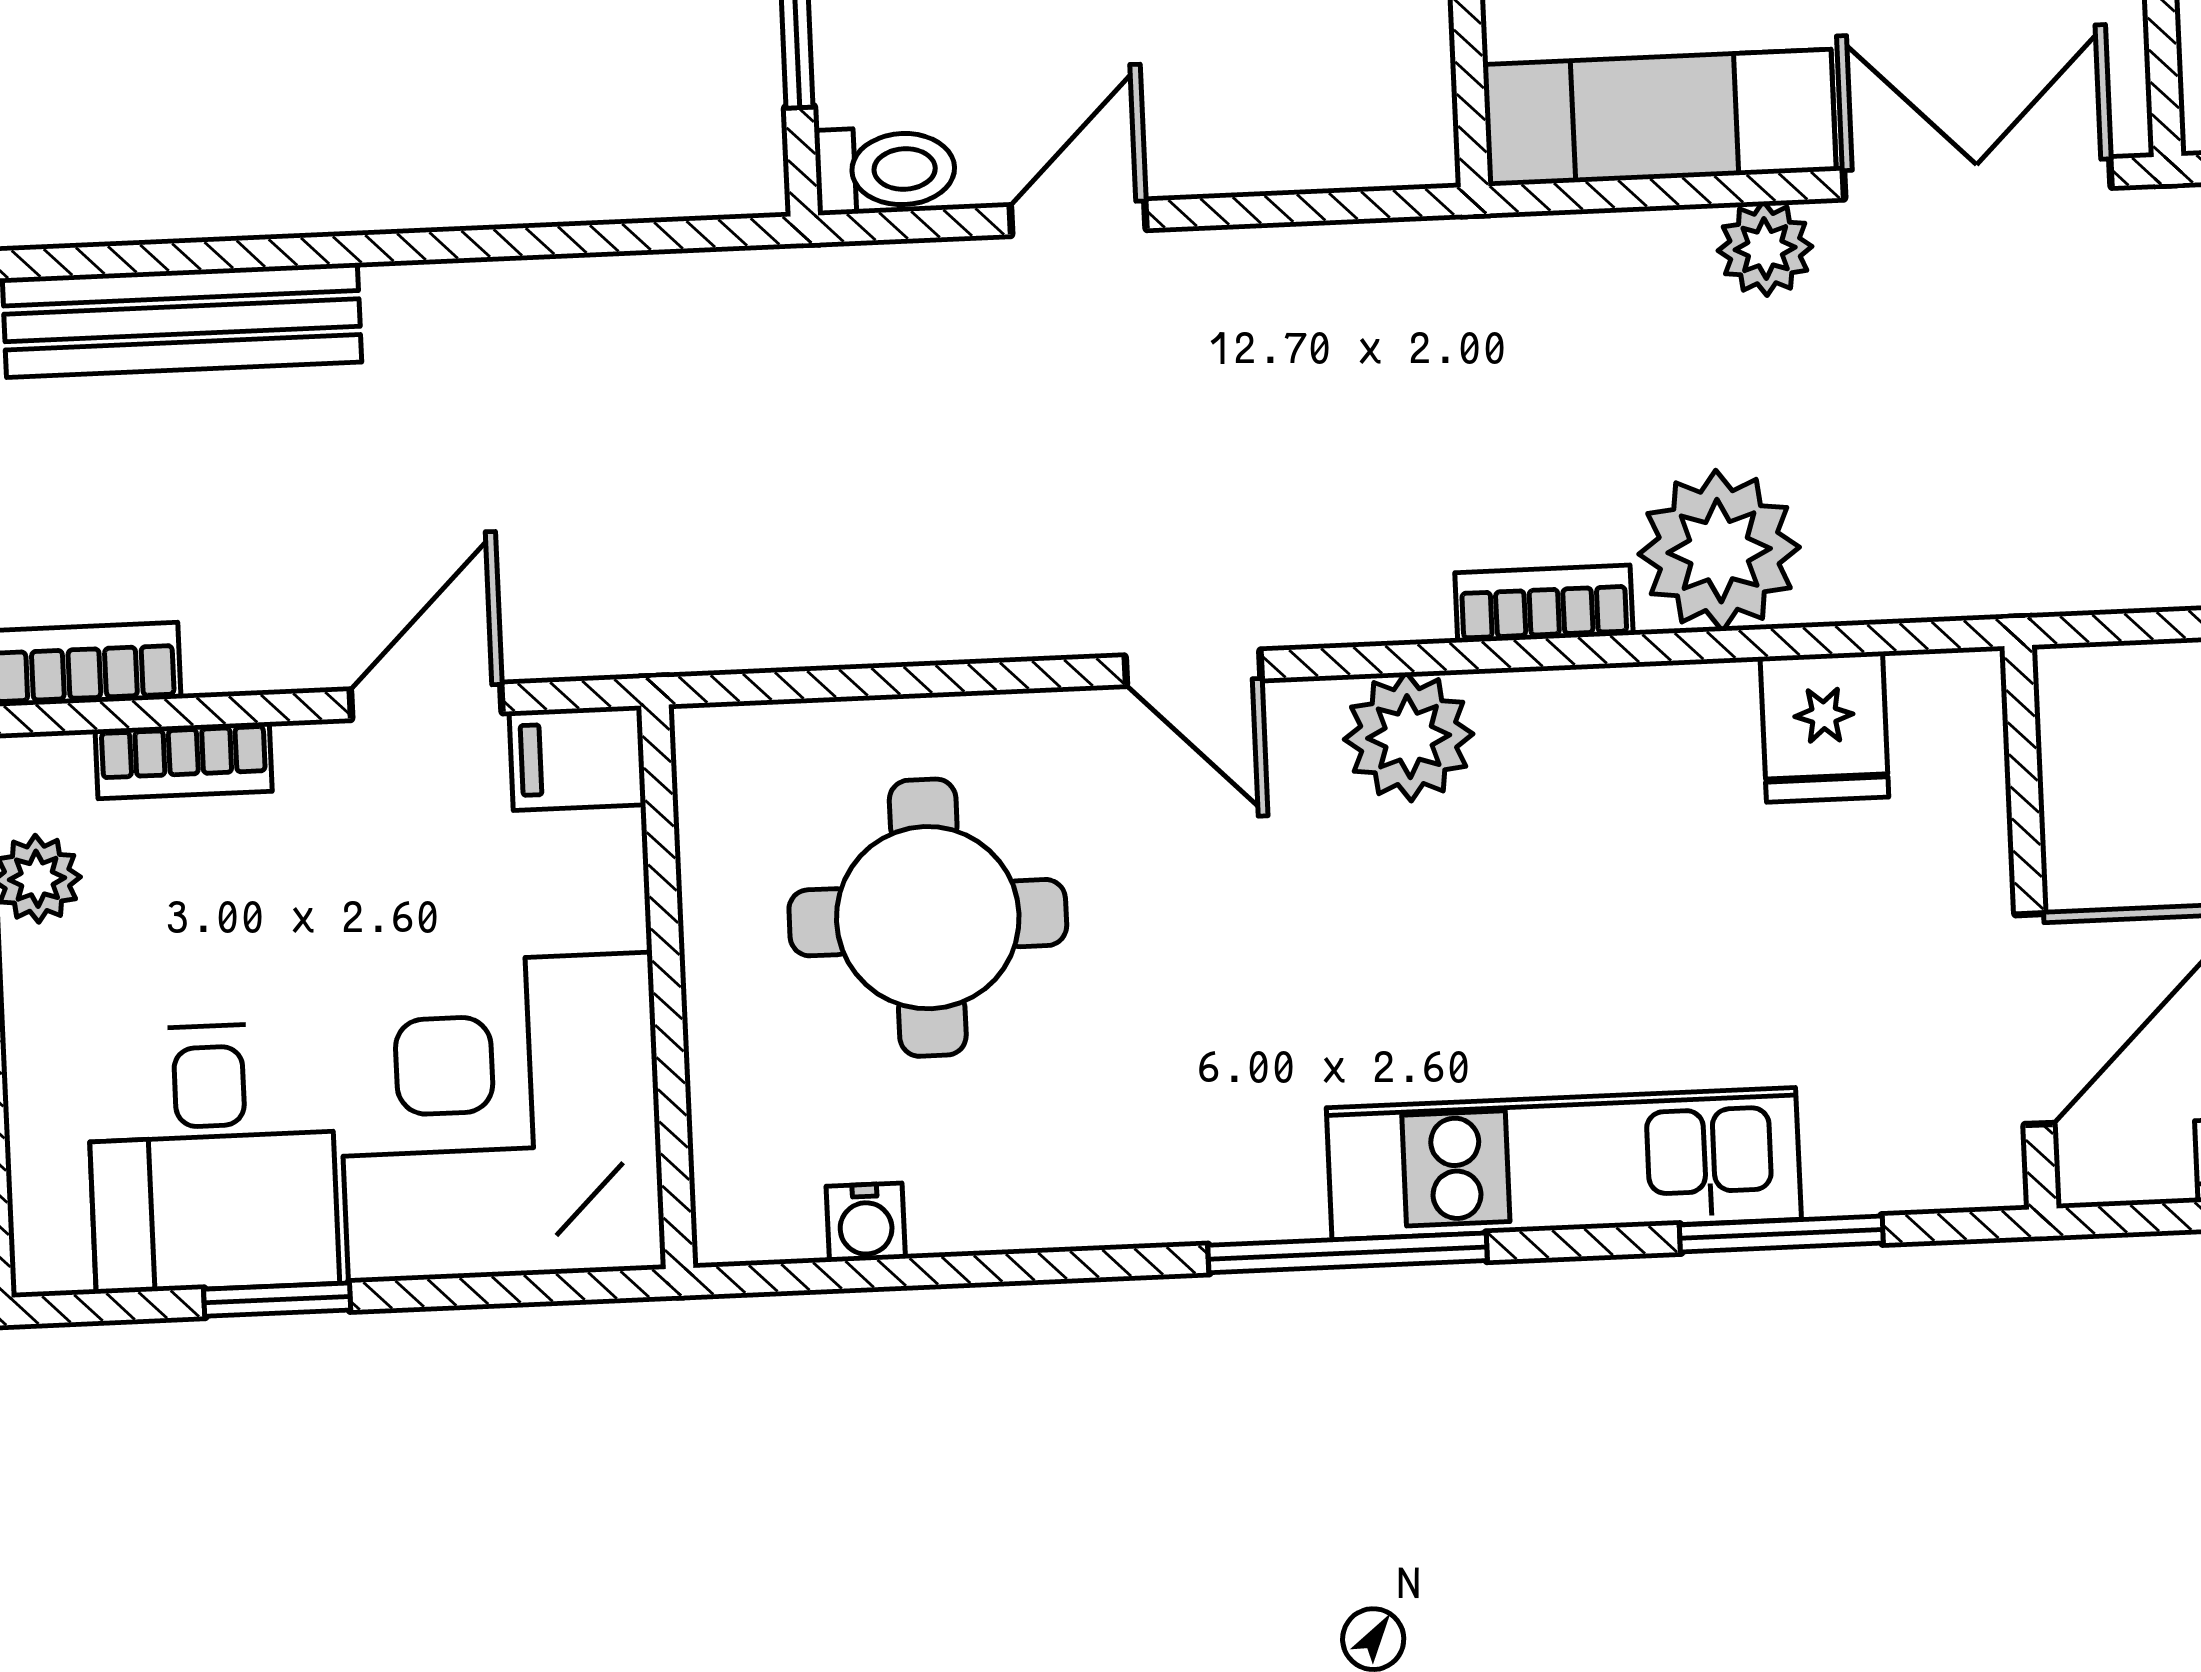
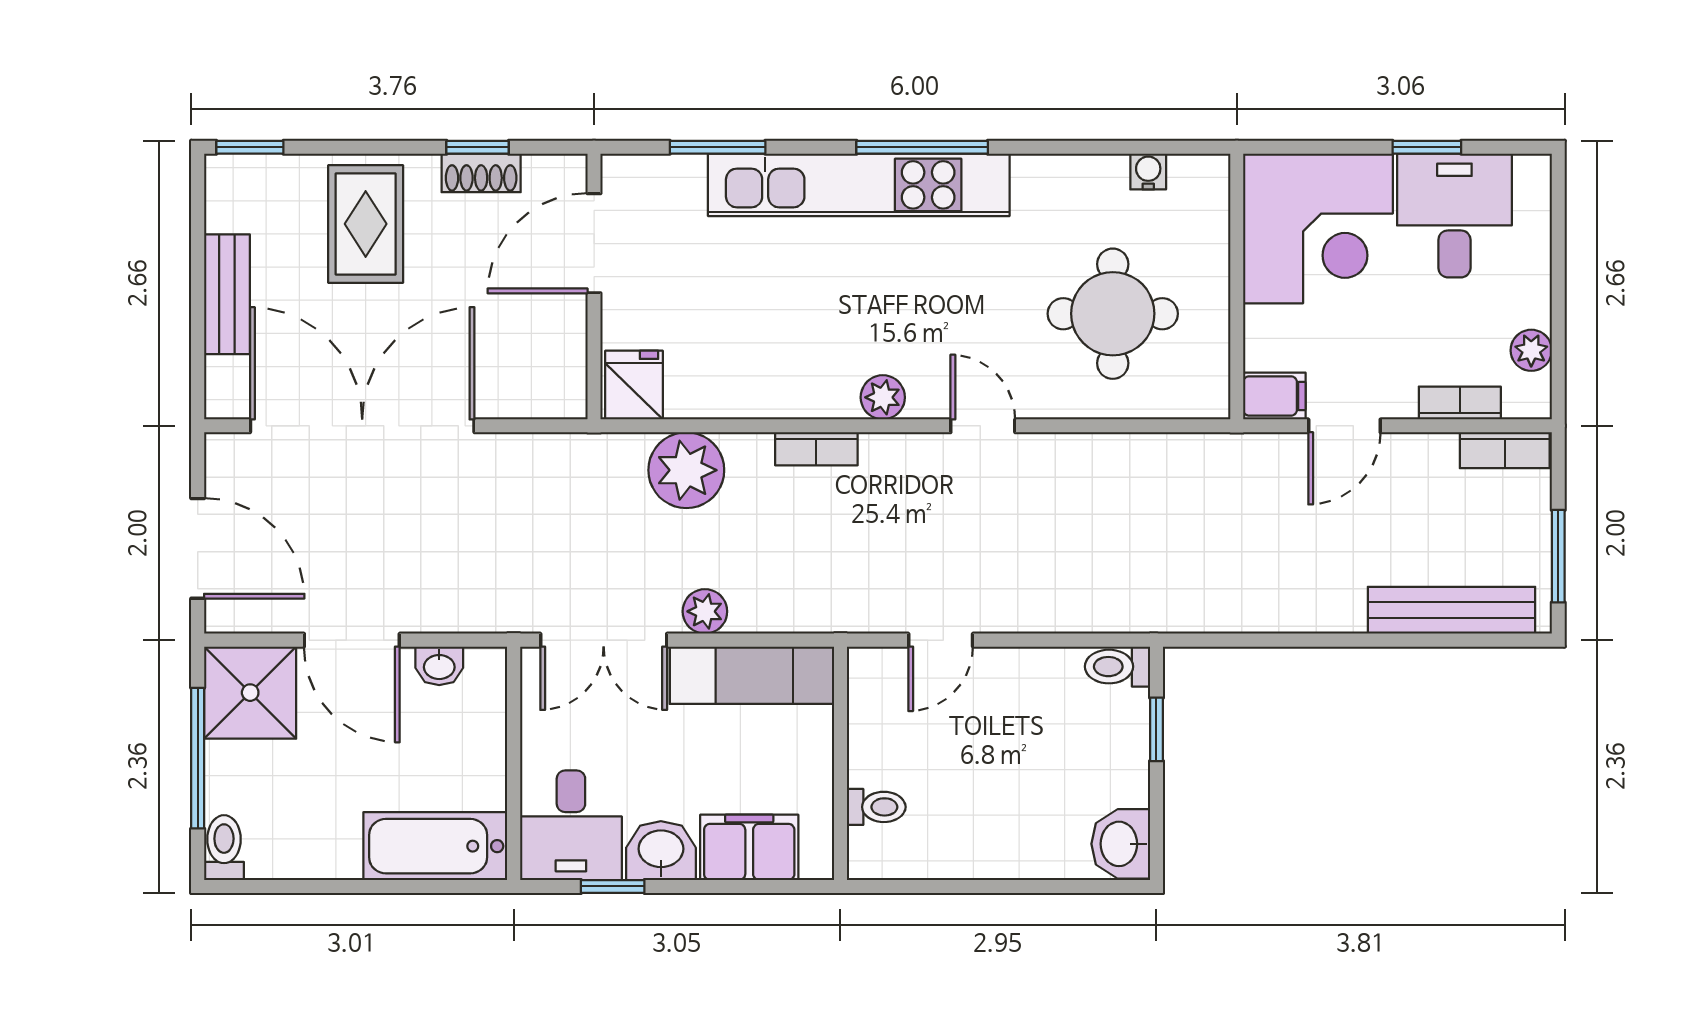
door: (1078, 218) -> (941, 640), moved
plant: (1719, 551) -> (686, 470), moved
fridge: (1824, 727) -> (634, 385), moved
plant: (1409, 737) -> (883, 397), width x0.73, depth x0.73
kitchen unit: (1564, 1164) -> (859, 185), width x1.36

